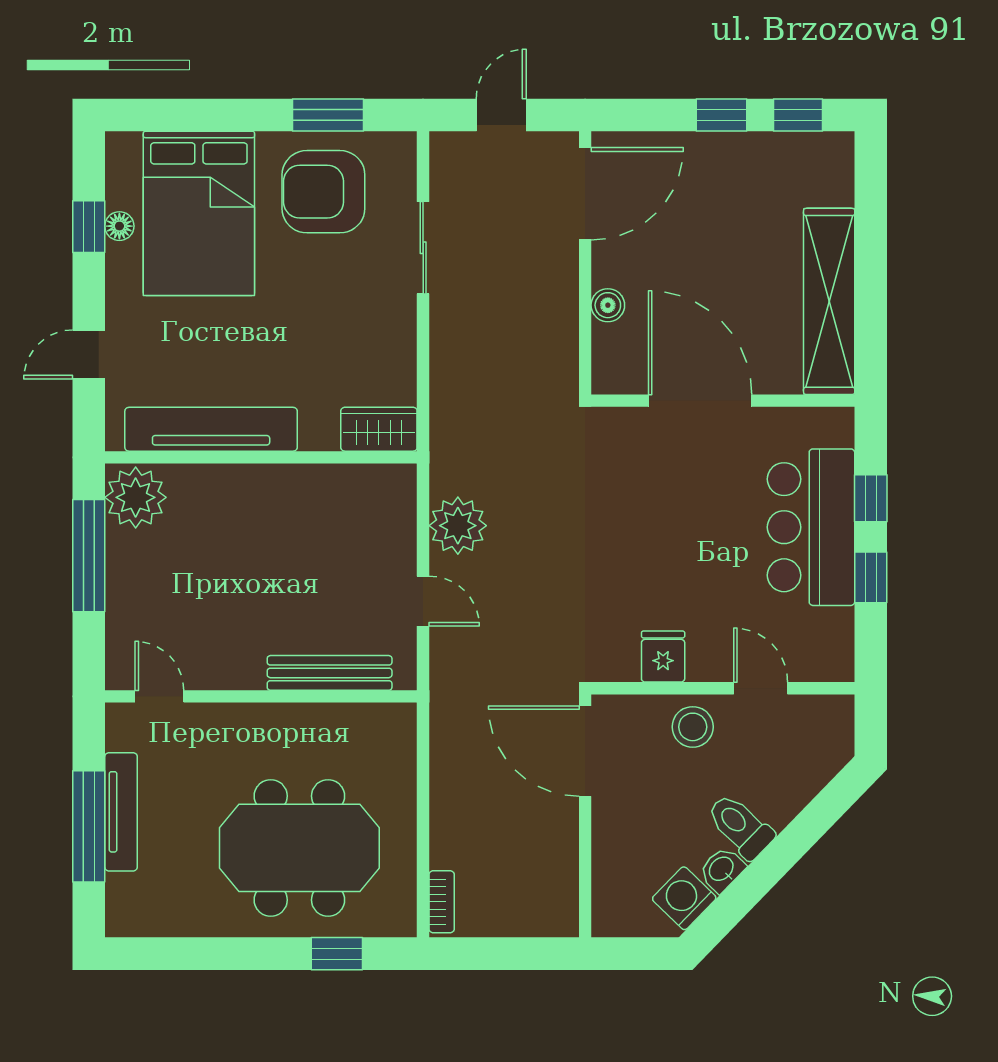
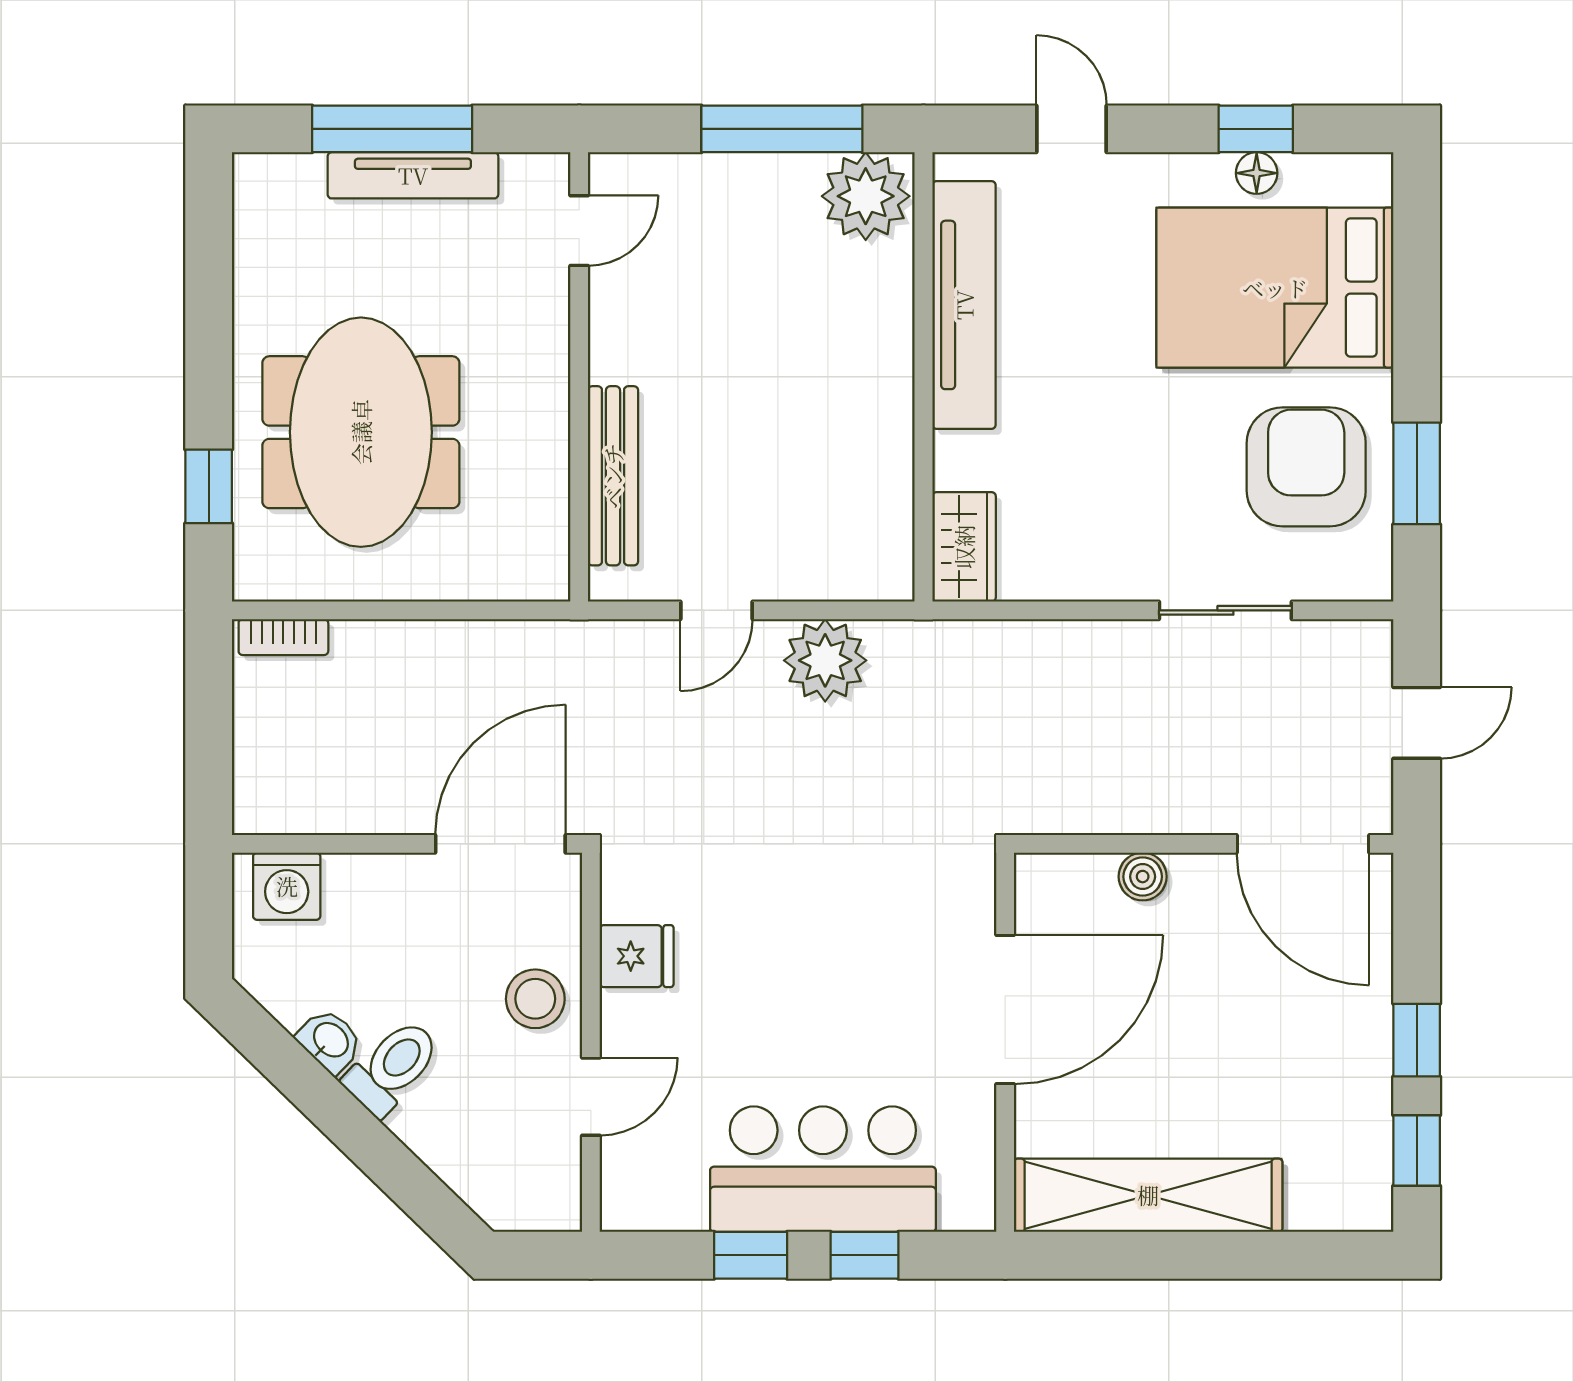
door: (501, 115) -> (1417, 723), hinge flipped
washing machine: (684, 898) -> (287, 886), moved, turned 136

